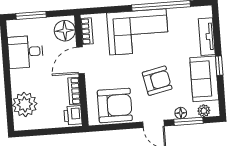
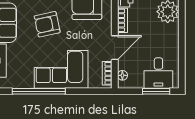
floor lamp: (65, 31) -> (122, 75), width x0.53, depth x0.53
desk: (26, 52) -> (158, 73), moved, turned 90

